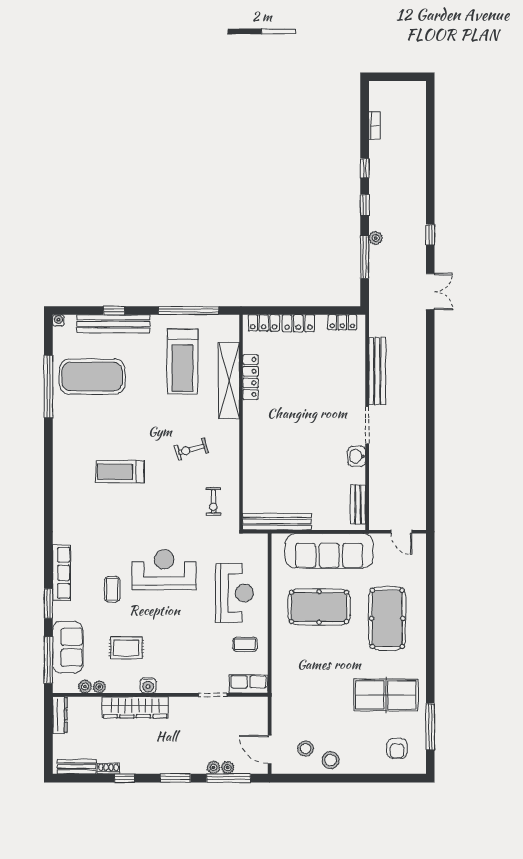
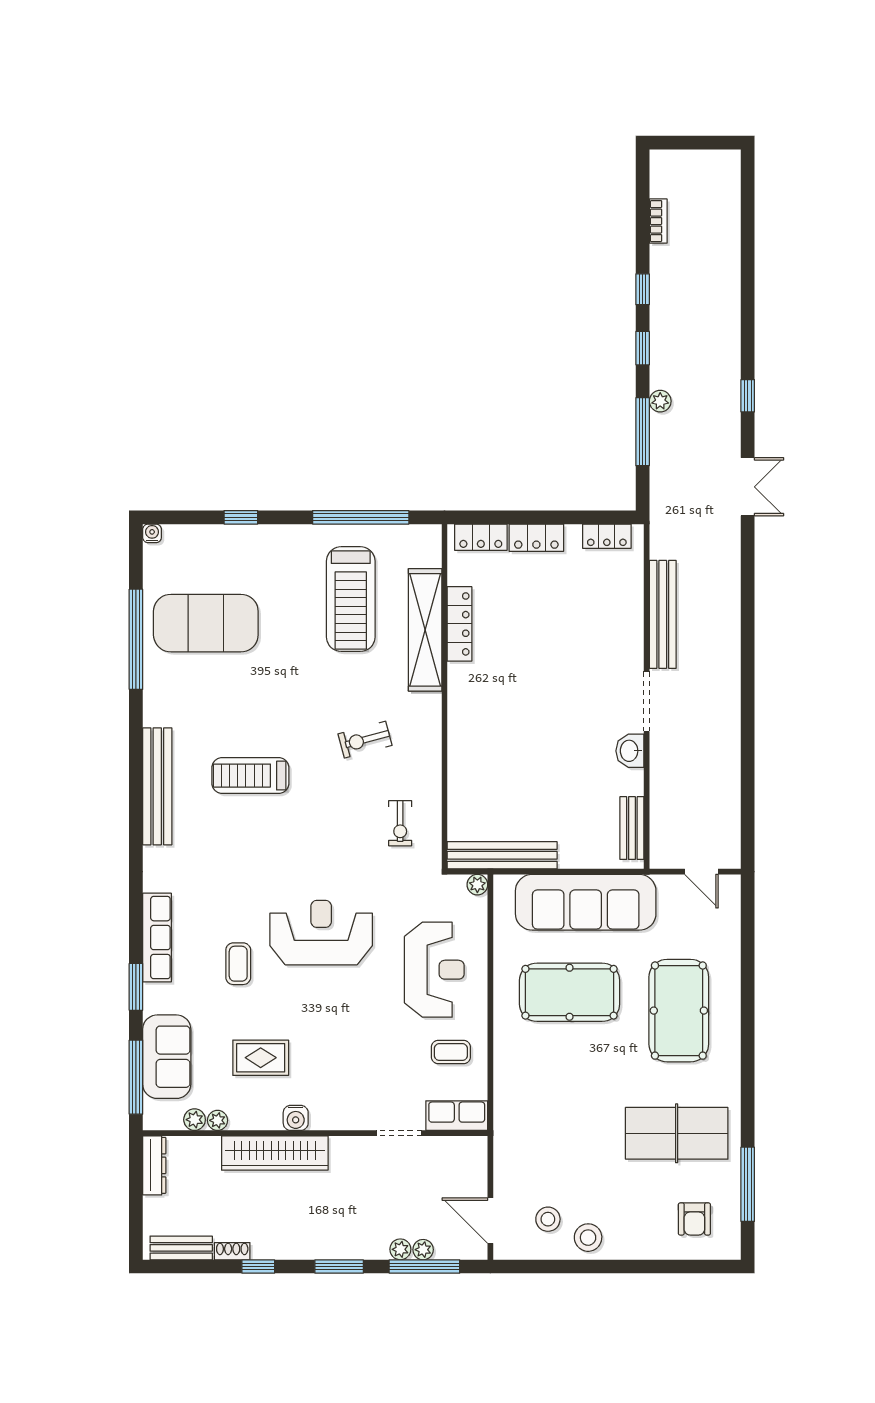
bench: (113, 324) -> (157, 786), moved, turned 90
plant: (262, 540) -> (477, 885), added

